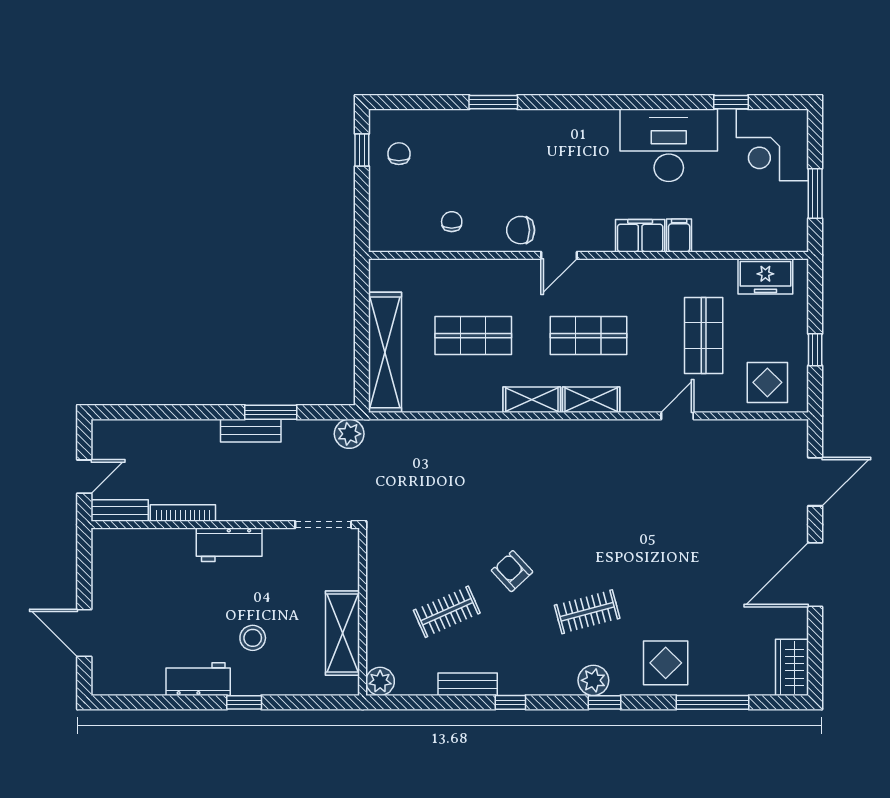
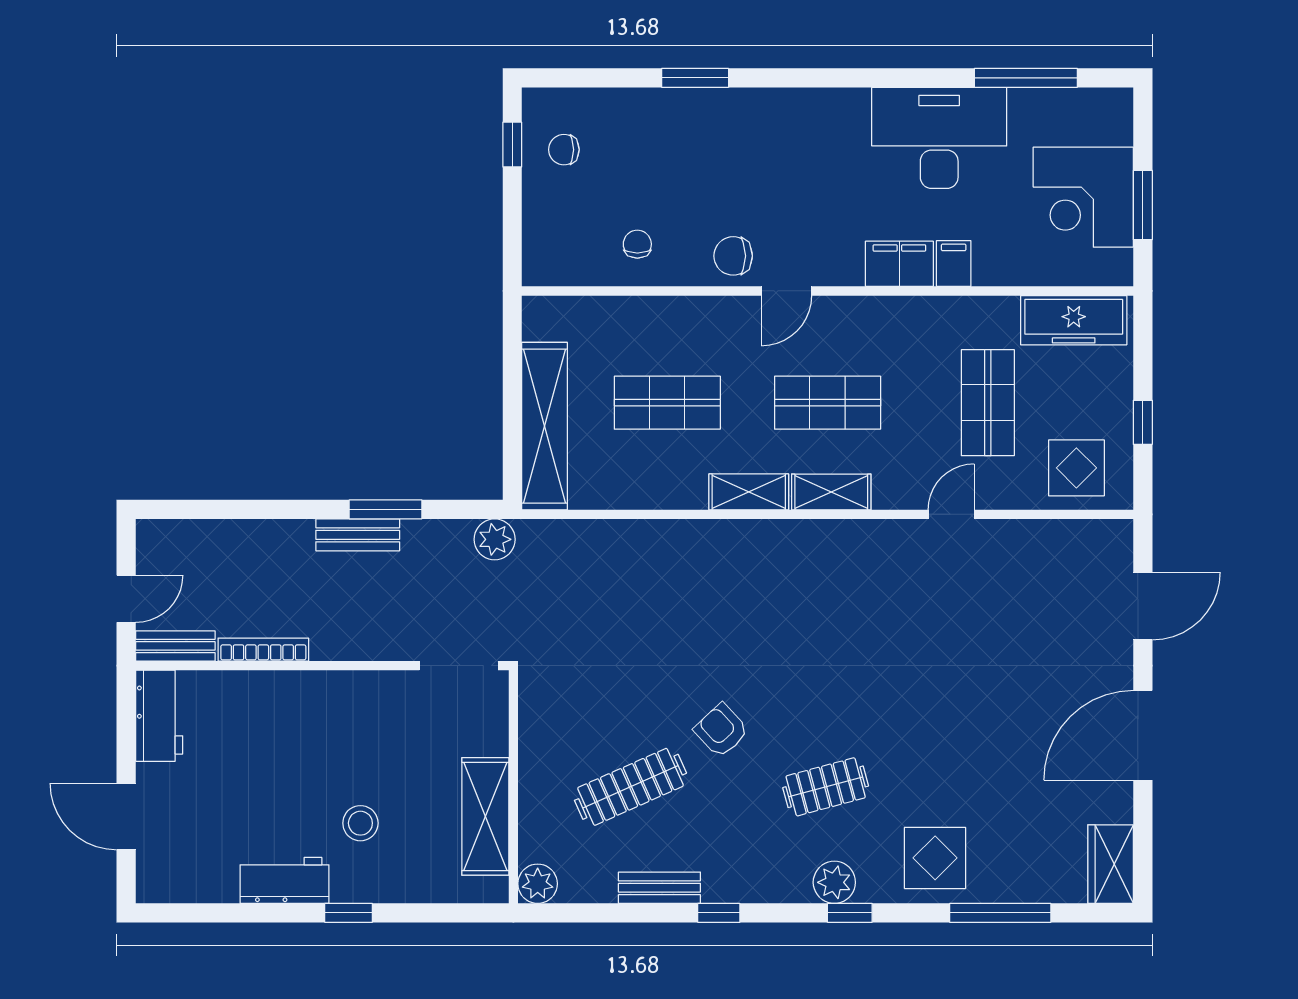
window: (731, 102) -> (1026, 78), width x2.17
corner desk: (772, 145) -> (1083, 197), moved
chair: (399, 154) -> (564, 150), turned -90
freezer: (765, 276) -> (1074, 320), width x1.40
workbench: (229, 545) -> (159, 716), moved, turned -90
clothes rail: (447, 612) -> (630, 787), width x1.36

